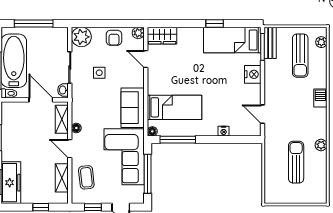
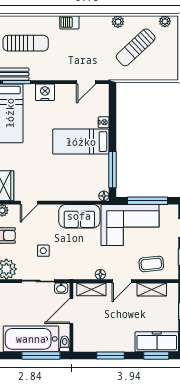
plant: (321, 42) -> (165, 21), moved
bed: (175, 107) -> (81, 142), moved, turned -90
sun lounger: (296, 162) -> (136, 47), turned -43

